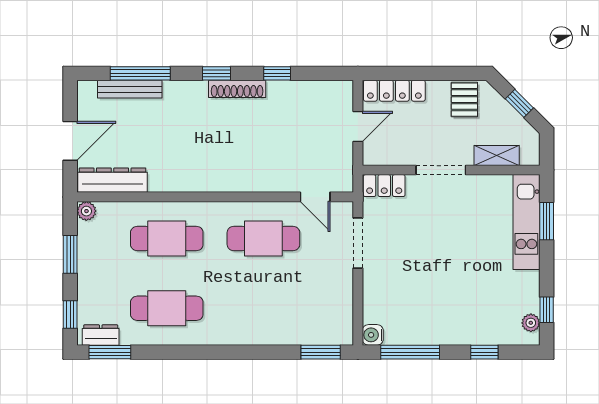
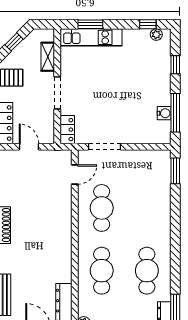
water cooler: (373, 335) -> (164, 113), moved, turned -90

